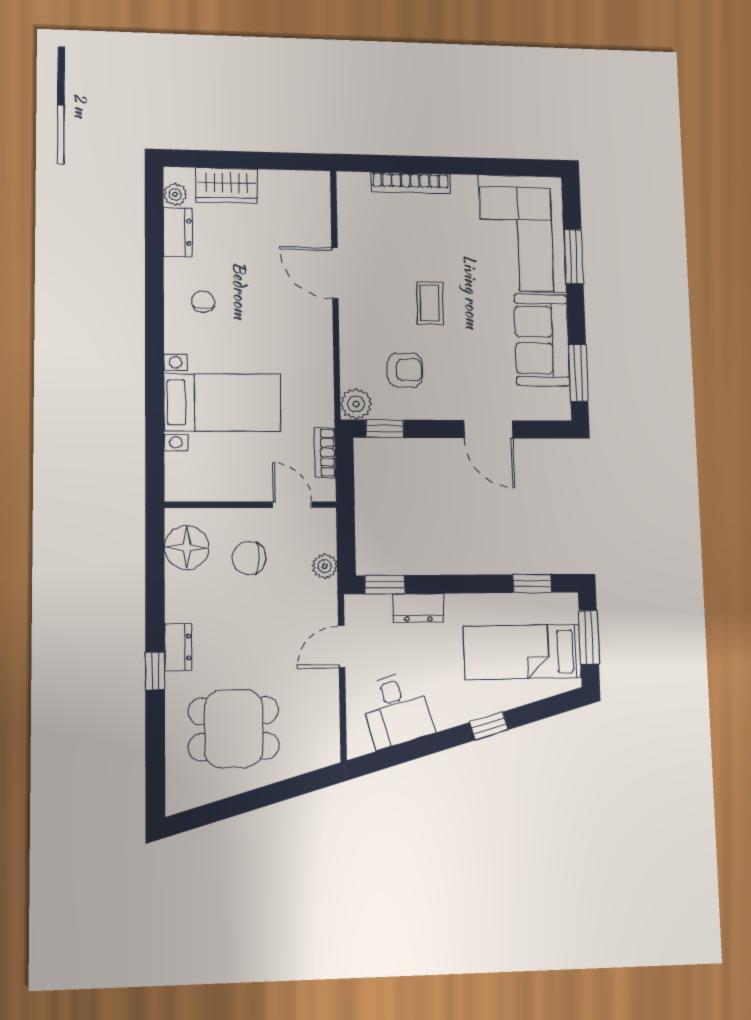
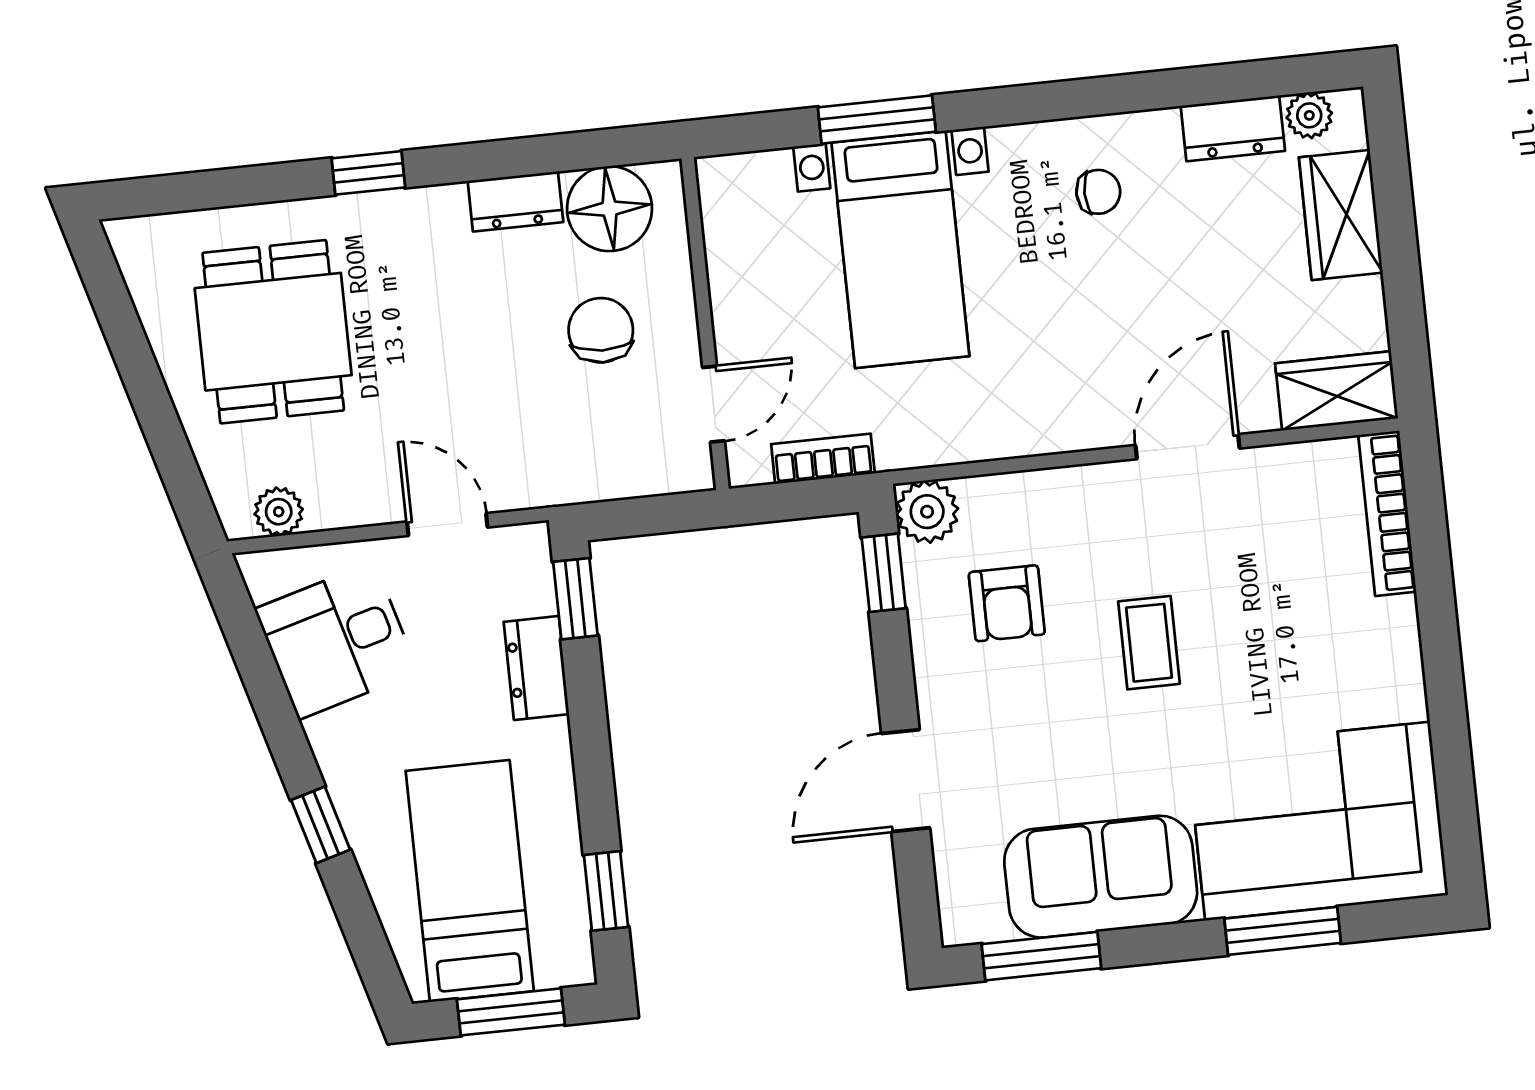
bookcase: (410, 183) -> (1387, 513), moved
wardrobe: (314, 198) -> (1337, 391), added
coffee table: (430, 303) -> (1149, 643), turned 90
window: (155, 407) -> (877, 119), added
plant: (325, 566) -> (279, 512), moved
dresser: (178, 647) -> (515, 201), moved

